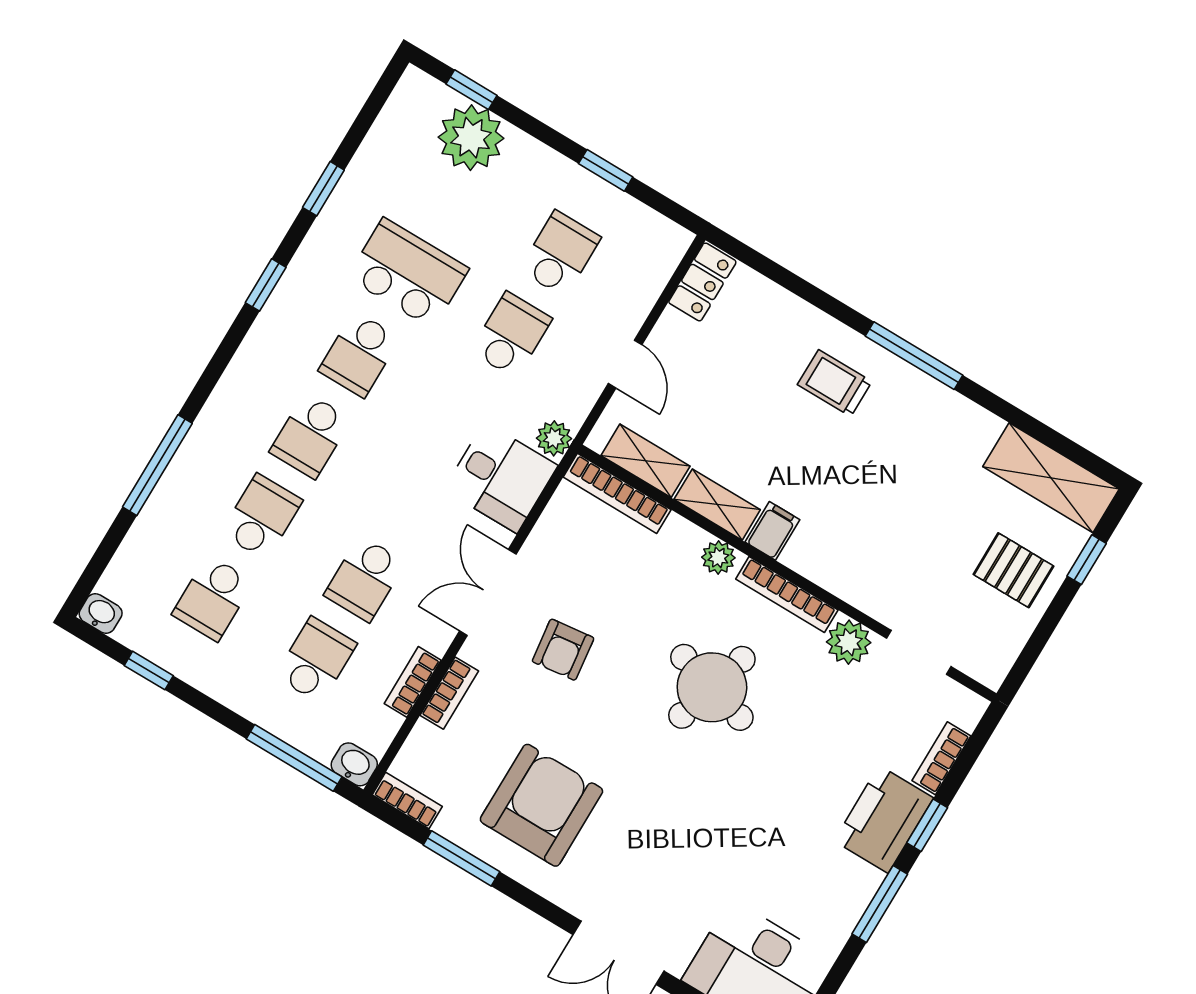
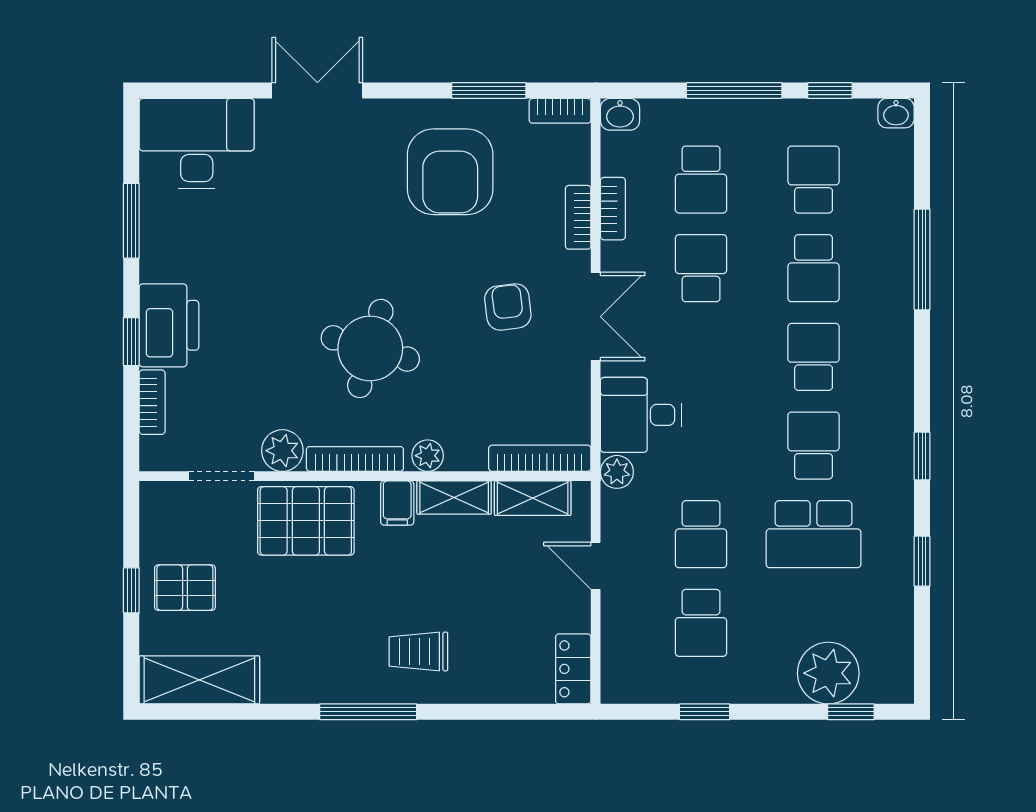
trolley: (835, 383) -> (418, 651), turned 180
window: (1087, 560) -> (131, 590), moved
pallet: (866, 565) -> (306, 521), added
window: (294, 758) -> (734, 91), moved
window: (880, 904) -> (131, 221), moved

